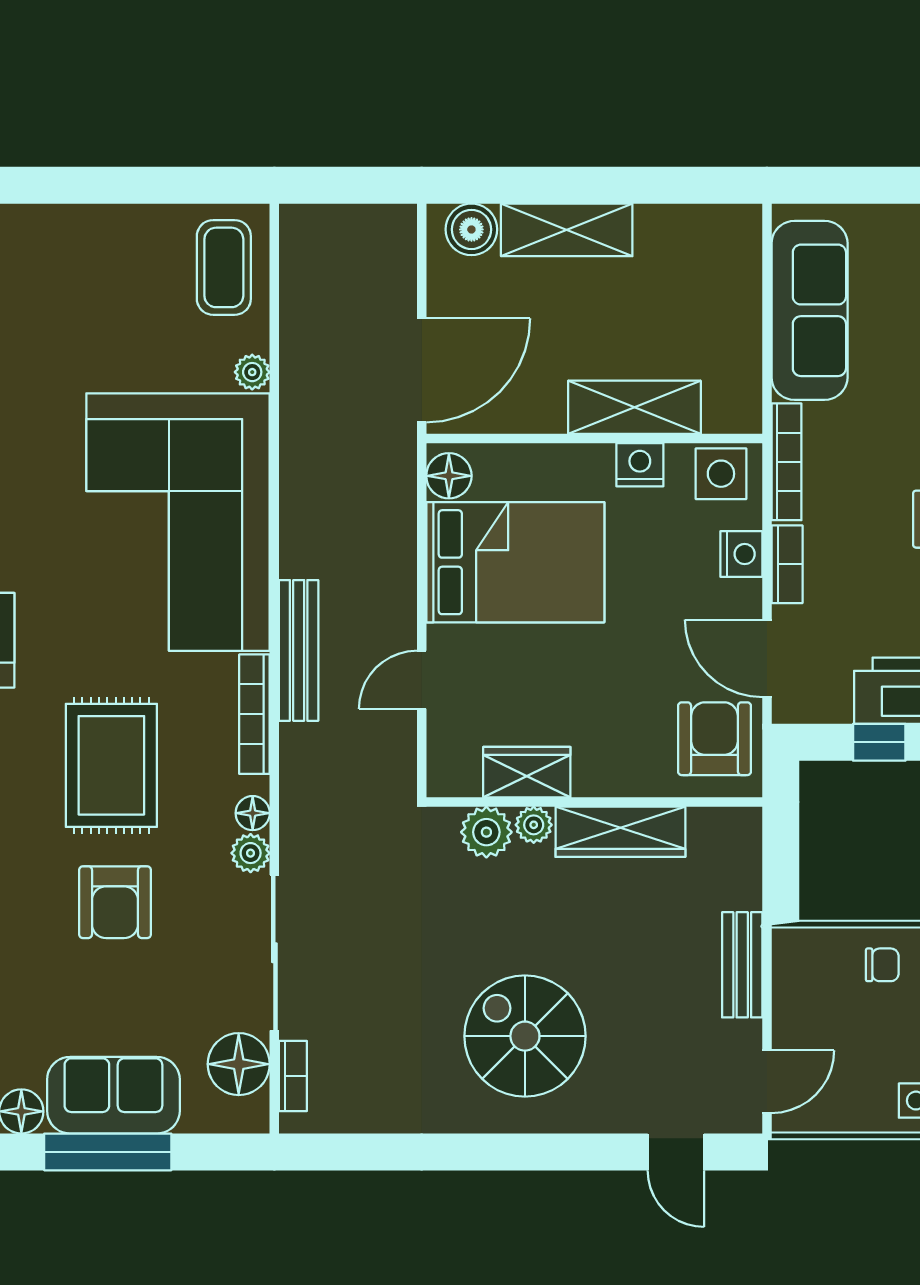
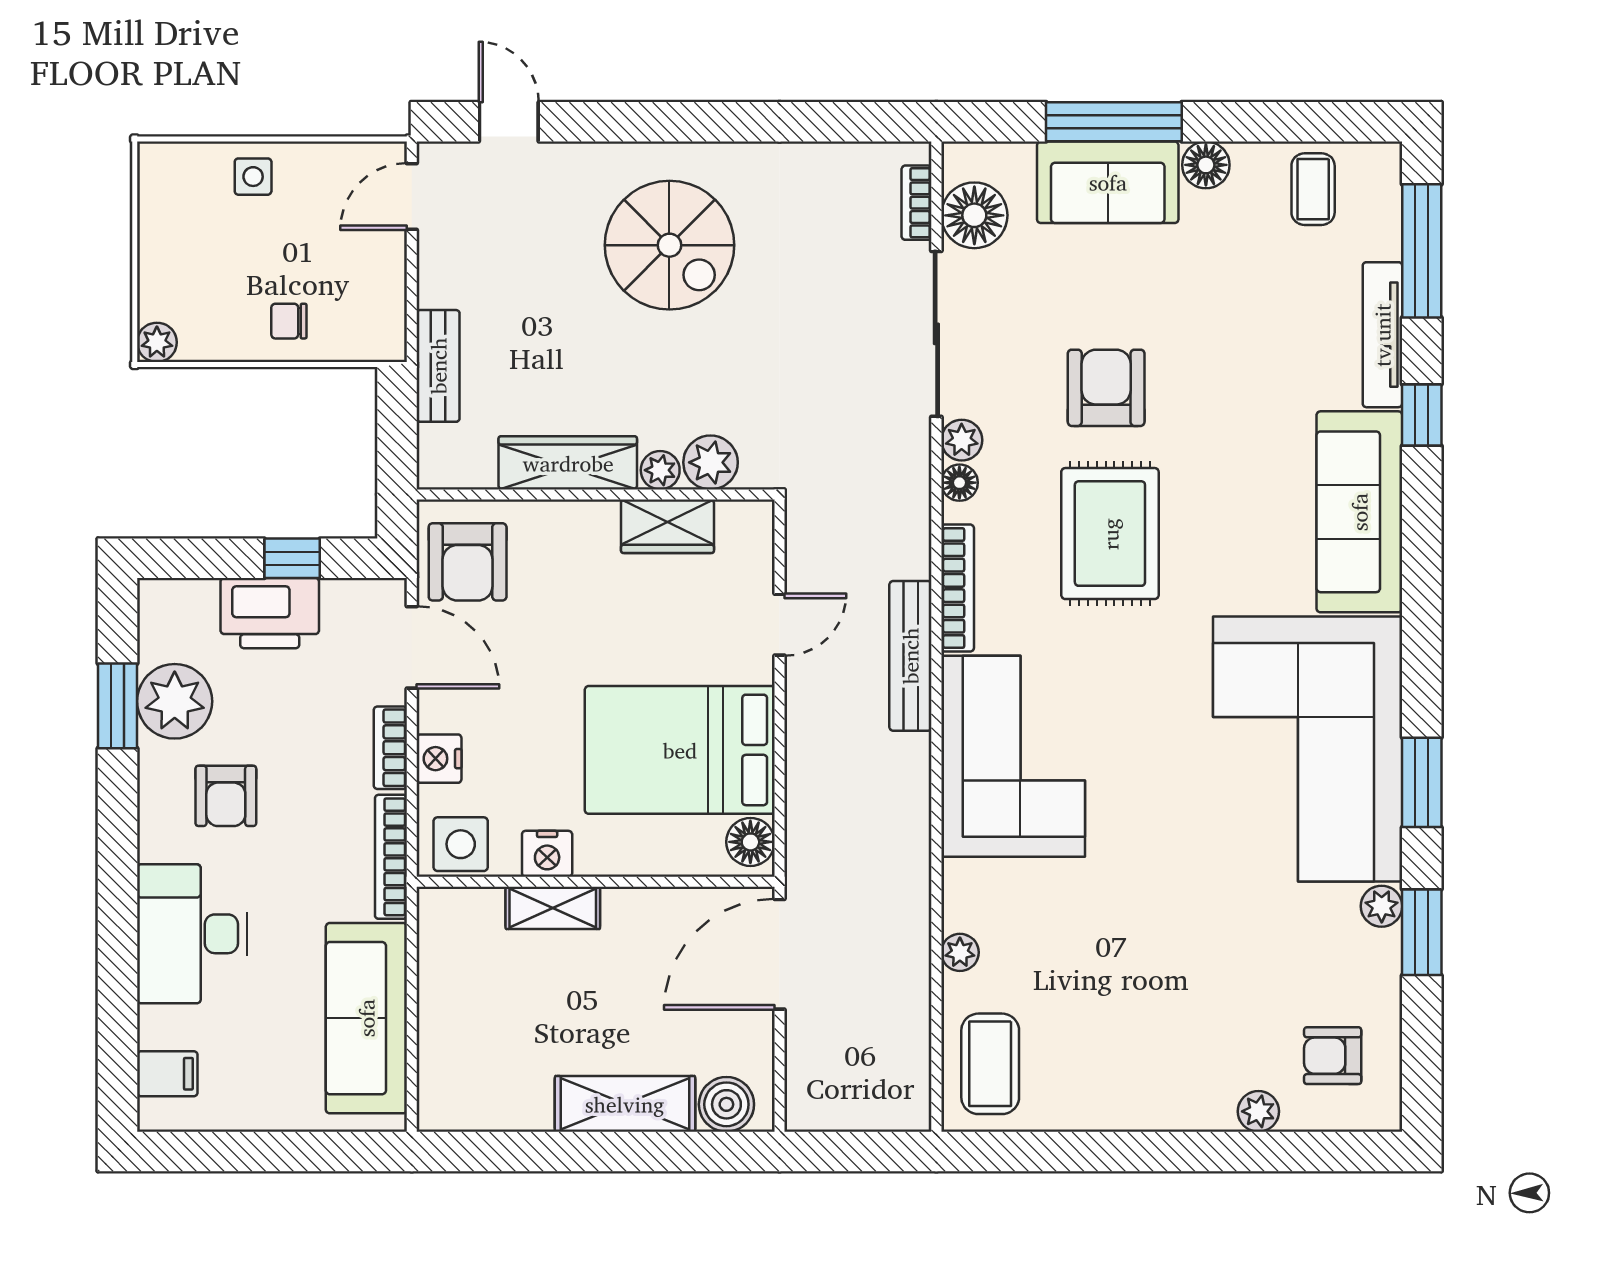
shelving: (634, 407) -> (553, 908), width x0.67, depth x0.75
corner sofa: (178, 522) -> (1013, 756), width x0.73, depth x0.74
bench: (742, 965) -> (438, 366), moved

